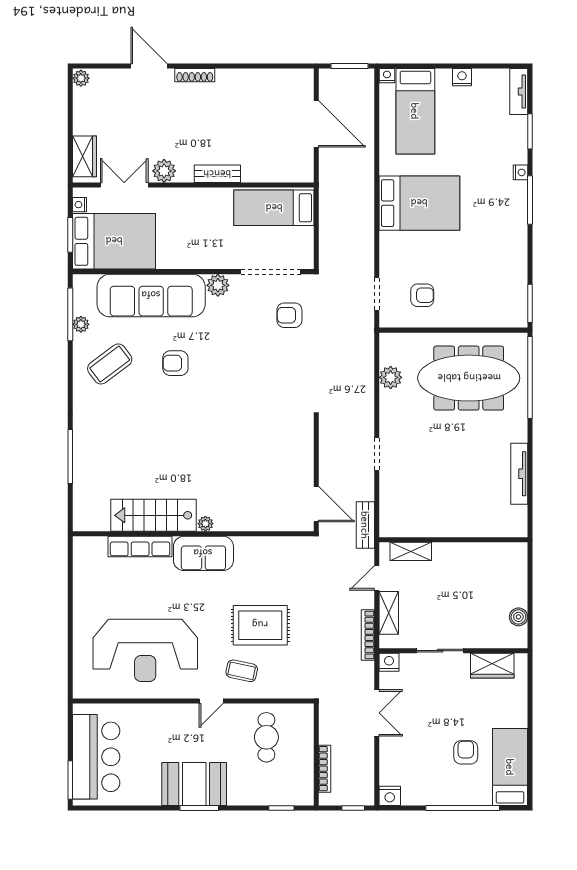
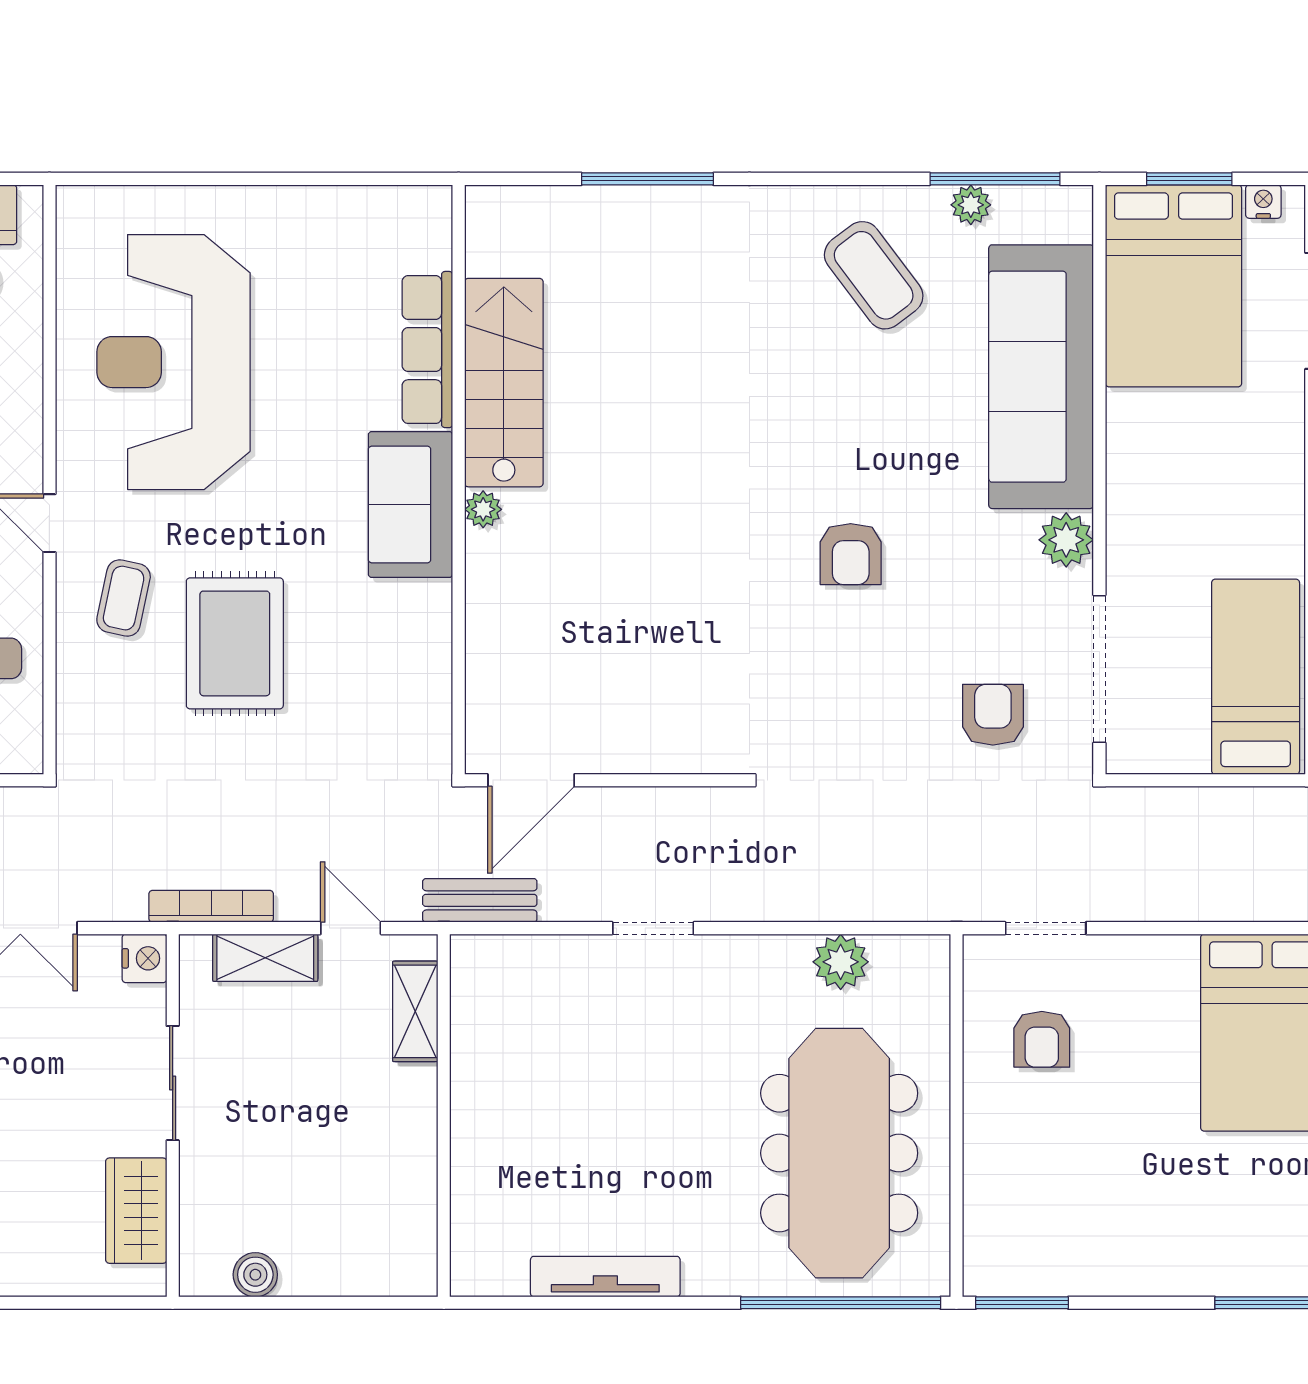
armchair: (175, 363) -> (851, 554), moved, turned 180

